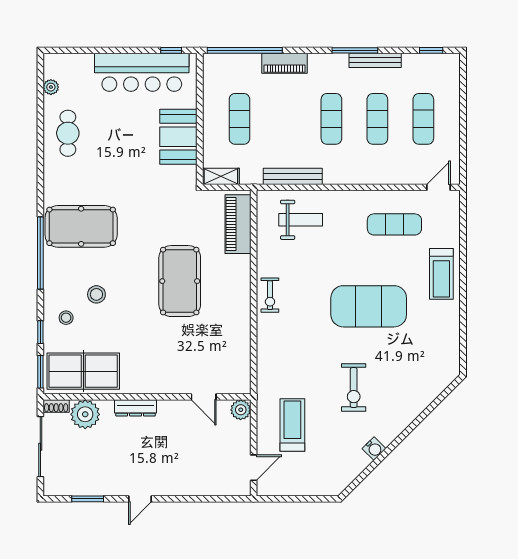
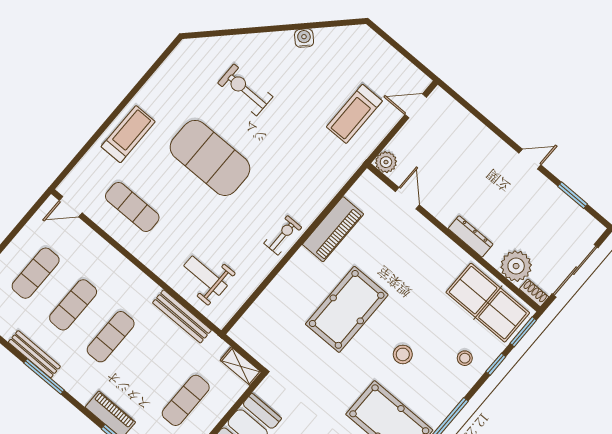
piano: (238, 224) -> (333, 229), moved
stool: (96, 294) -> (403, 354), moved
exercise bike: (354, 388) -> (245, 90), moved, turned -90

